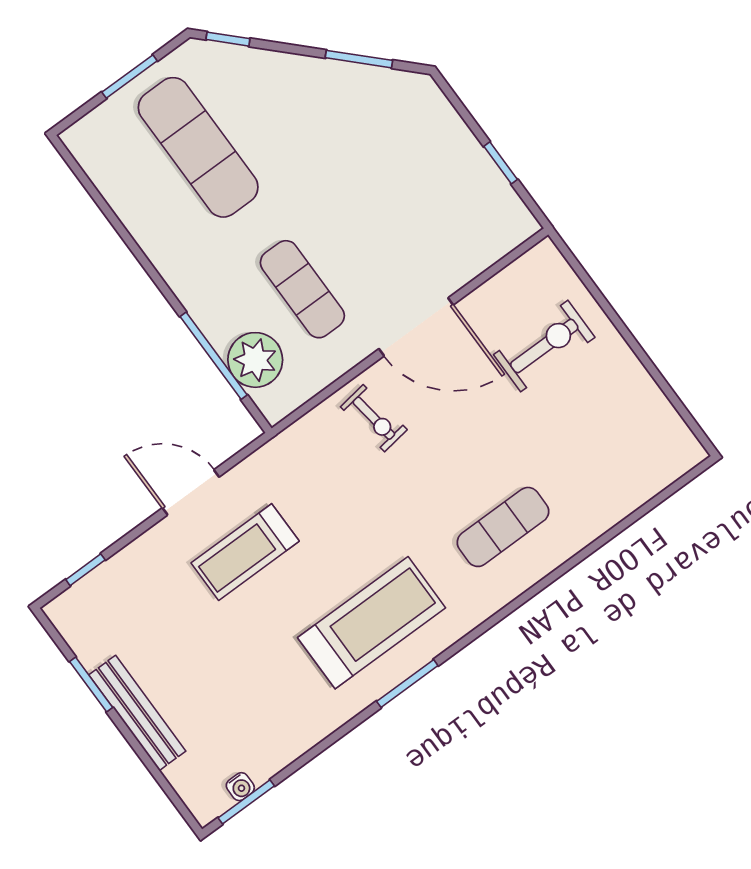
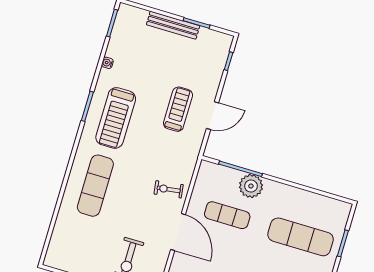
door: (416, 327) -> (178, 232), swing flipped
plant: (255, 360) -> (251, 186), moved
exercise mat: (503, 527) -> (95, 186), width x1.36, depth x1.45
water cooler: (240, 787) -> (107, 63), moved

